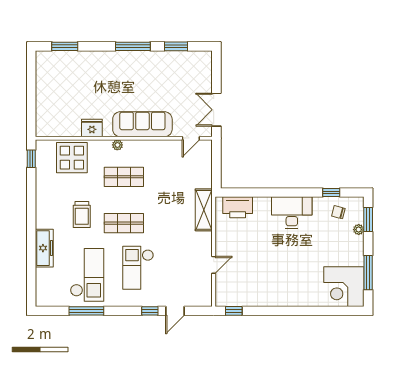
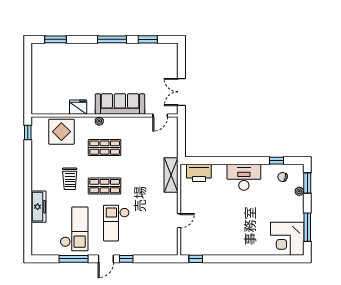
door: (175, 311) -> (106, 259), moved

